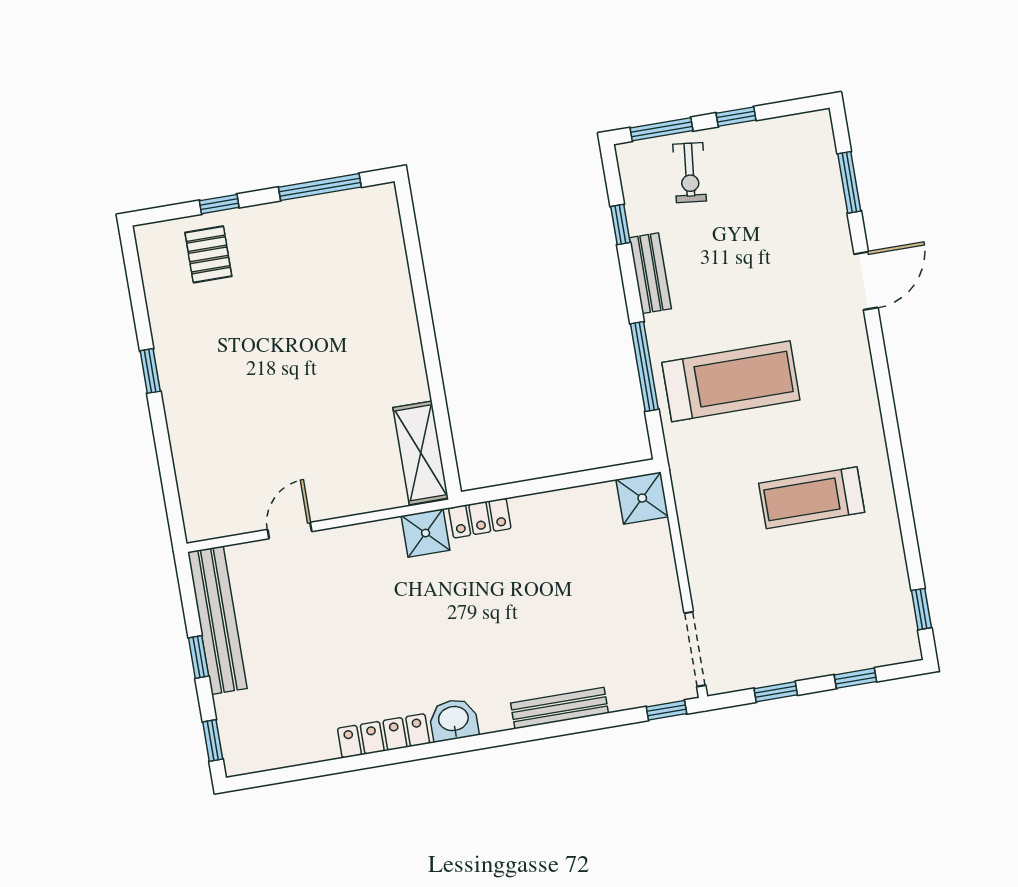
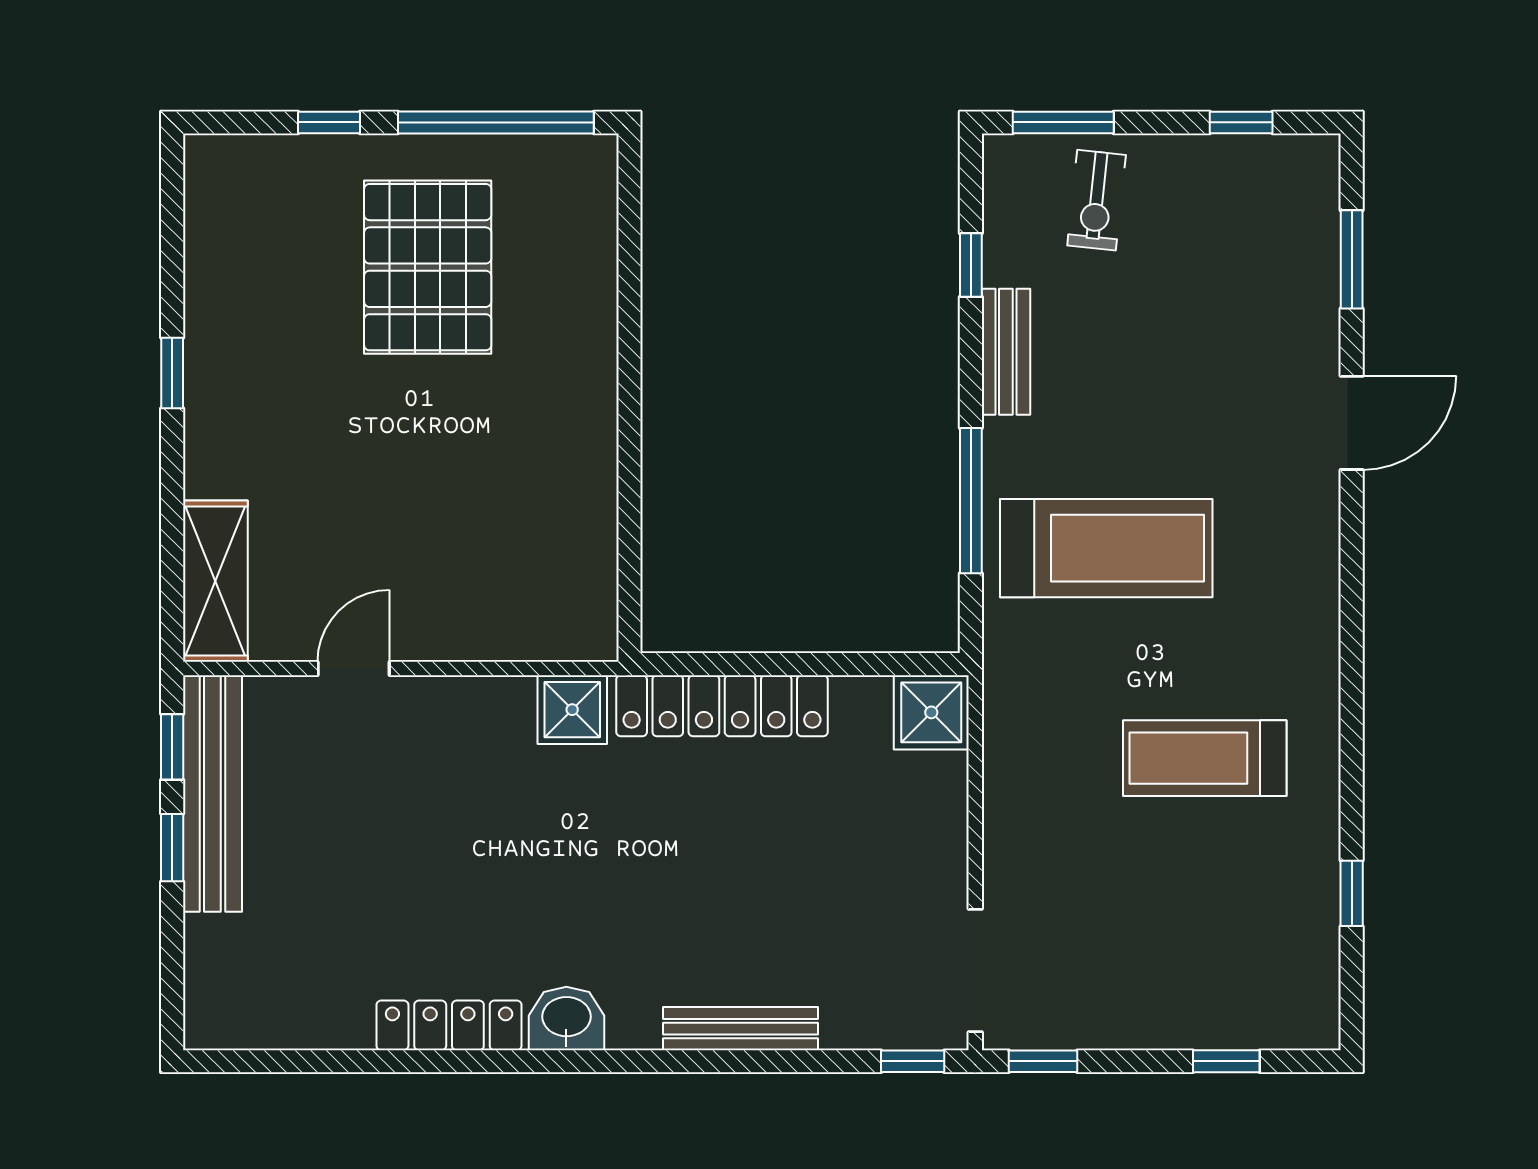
window: (736, 117) -> (1241, 122), moved
window: (320, 187) -> (496, 122), width x1.46
pallet: (208, 254) -> (428, 267), moved, width x2.05, depth x2.00
shelving: (421, 453) -> (215, 581), moved
locker: (480, 518) -> (722, 706), width x2.16, depth x1.21
window: (921, 609) -> (1352, 893), moved
window: (776, 692) -> (1043, 1061), moved
window: (213, 741) -> (172, 747), moved

